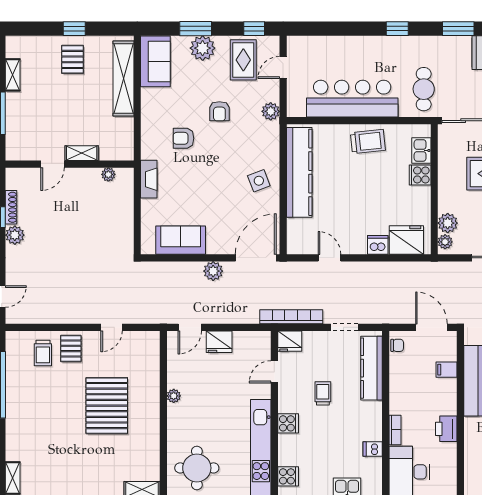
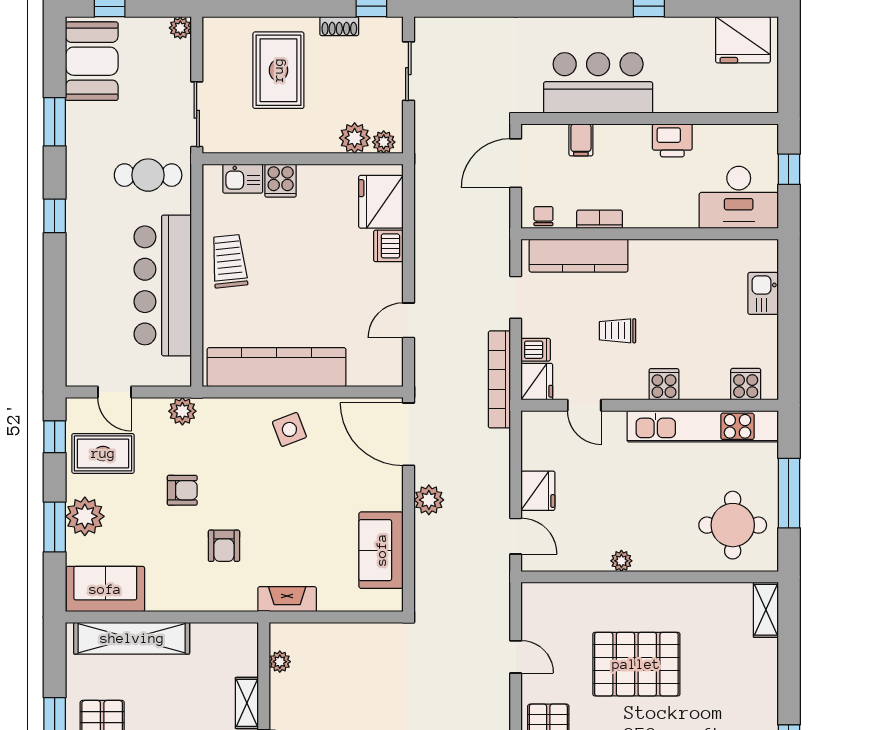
bookcase: (395, 430) -> (600, 219), moved
dishwasher: (373, 449) -> (536, 350), moved, turned -90

